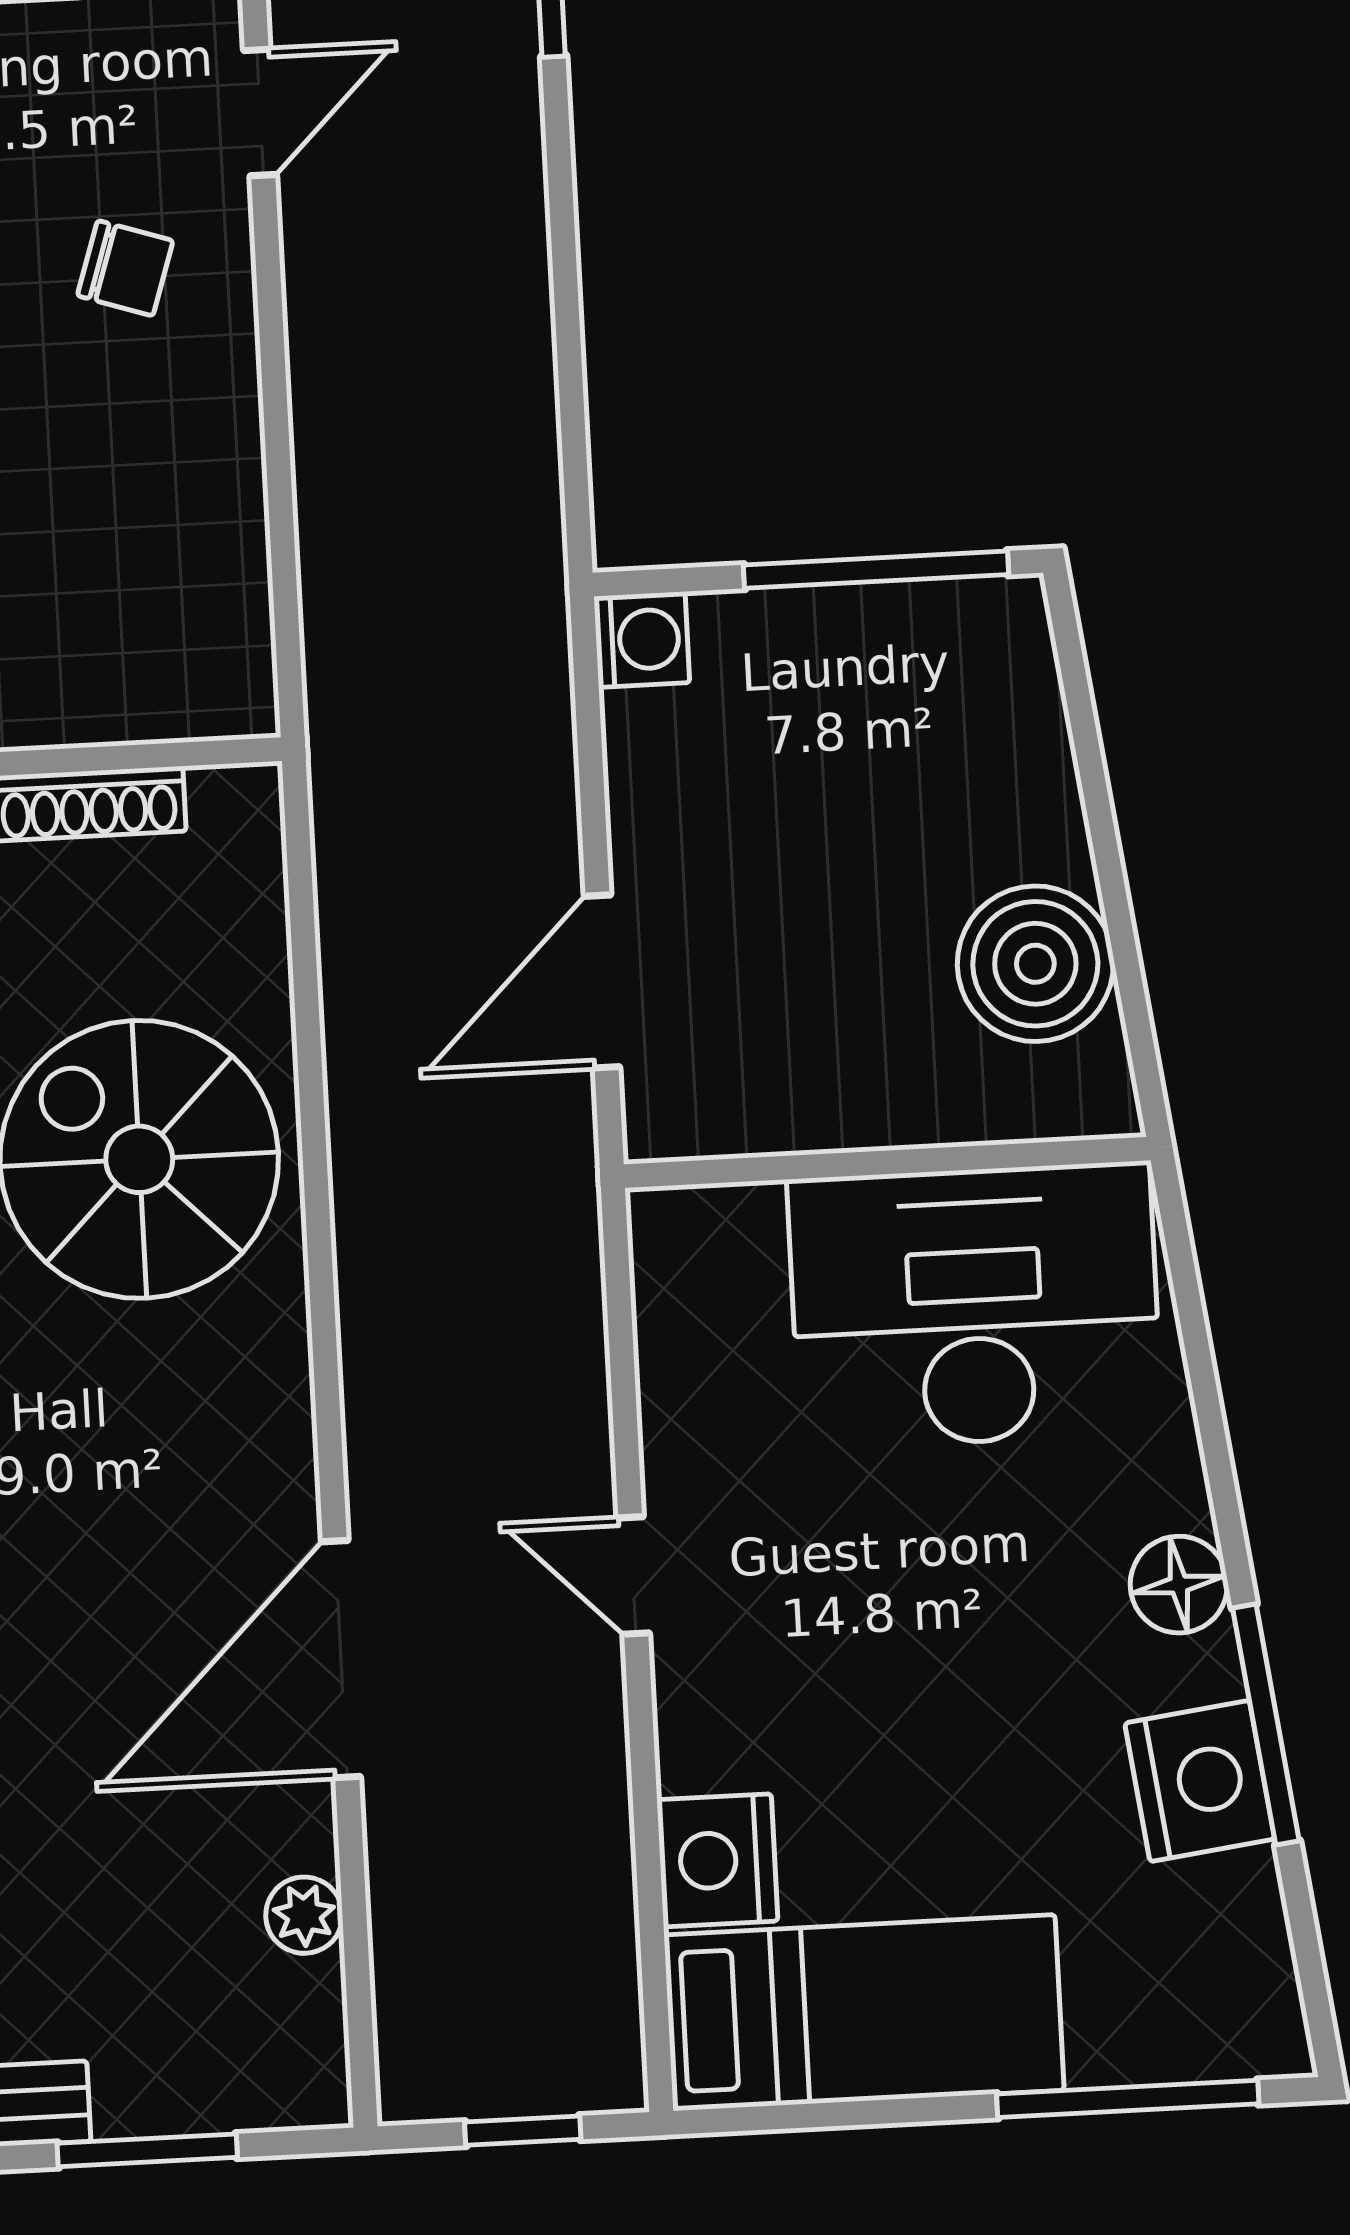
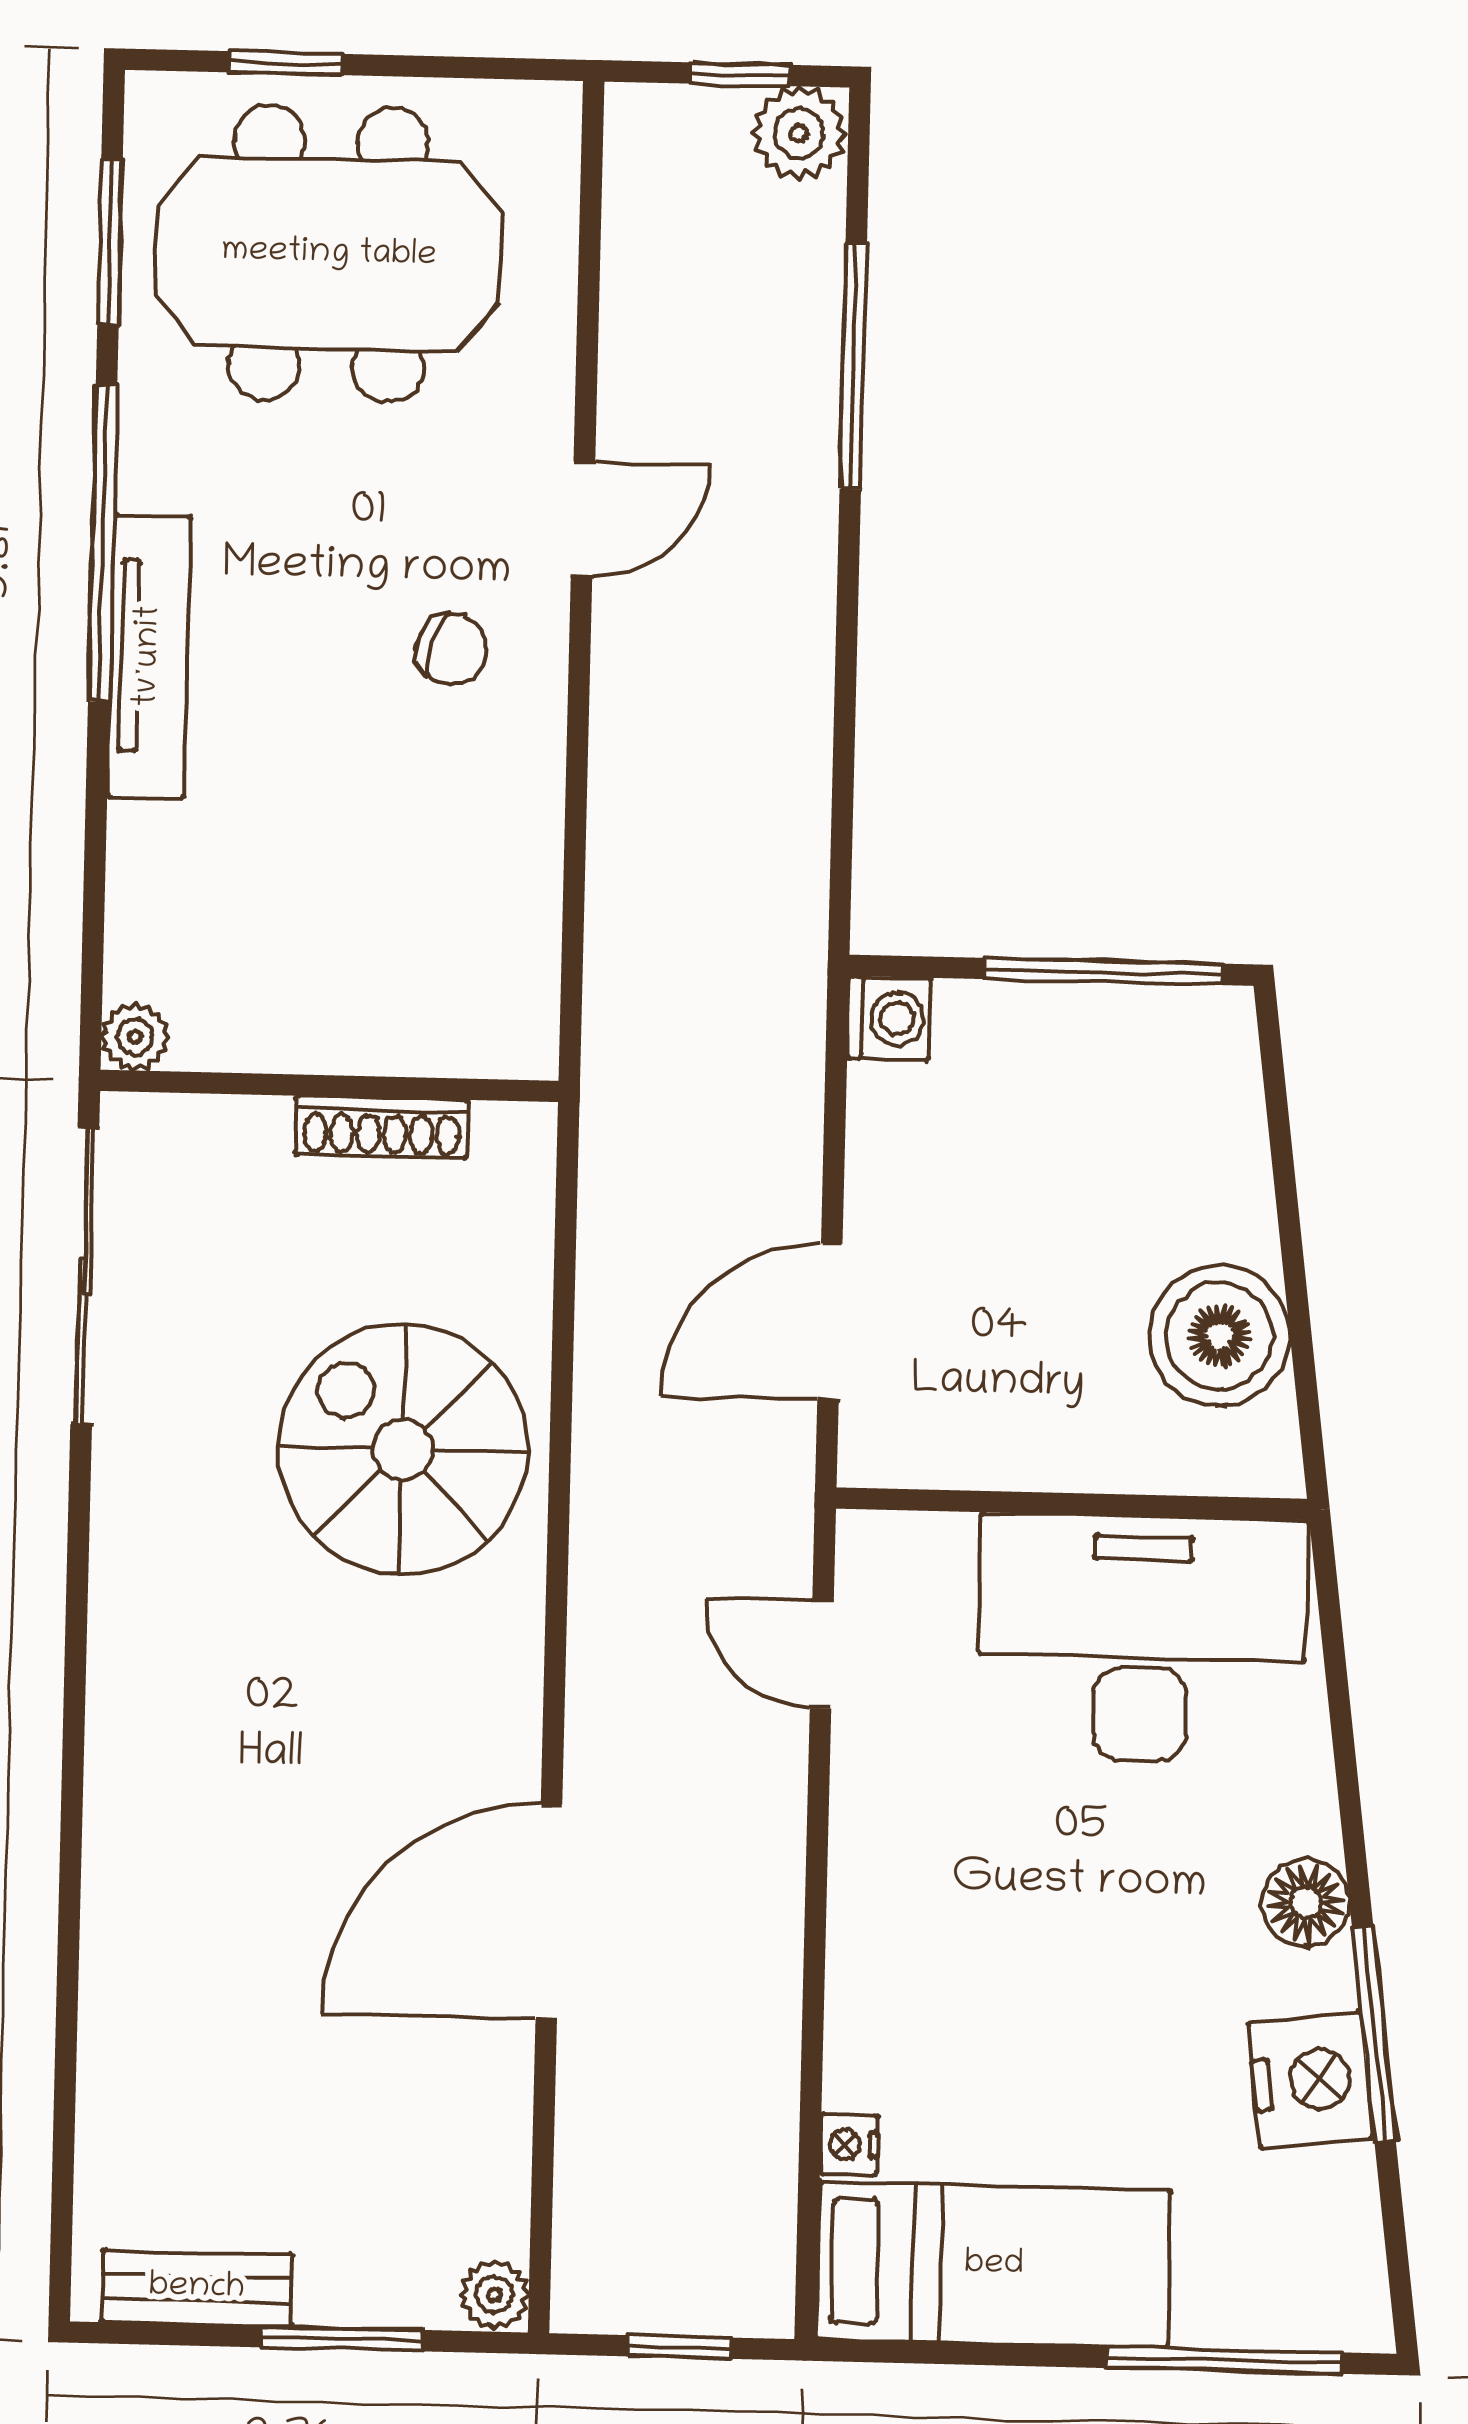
door: (633, 1576) -> (822, 1655), moved
nightstand: (717, 1860) -> (849, 2144), width x0.53, depth x0.56
plant: (304, 1915) -> (494, 2294), moved

